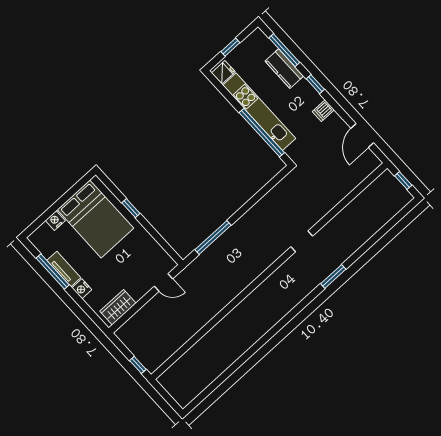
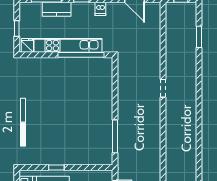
window: (333, 276) -> (199, 37), moved

